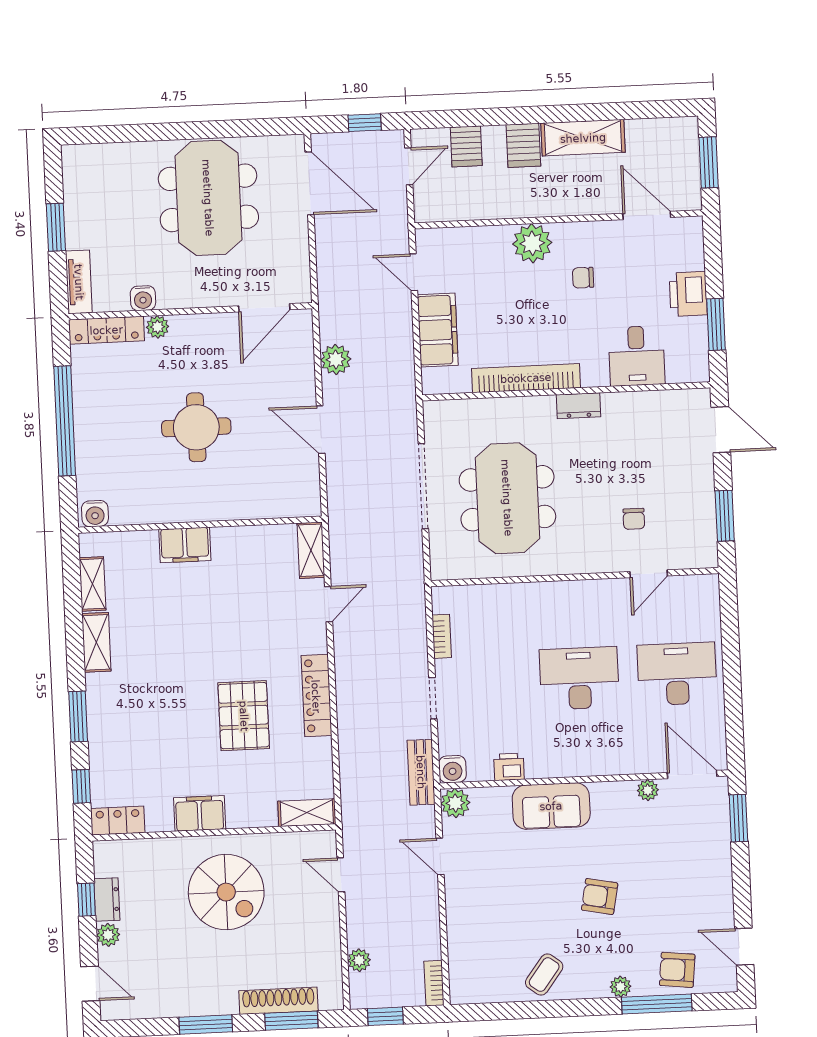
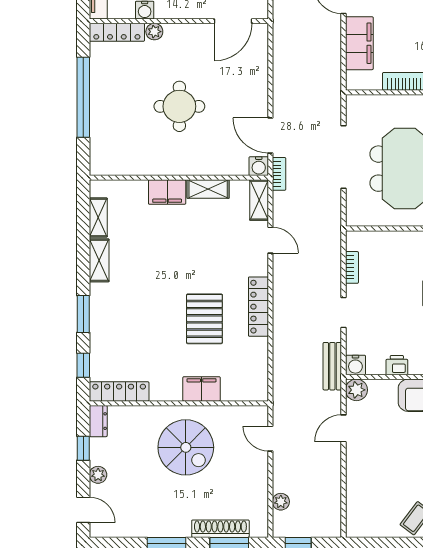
plant: (336, 359) -> (284, 61), removed
door: (321, 430) -> (270, 135), moved
water cooler: (95, 514) -> (259, 166), moved
door: (329, 604) -> (270, 240), hinge flipped
filing cabinet: (200, 813) -> (202, 389), moved
shelving: (307, 813) -> (208, 189), moved
locker: (118, 821) -> (119, 391), width x1.53
door: (440, 856) -> (343, 428), hinge flipped
dresser: (107, 899) -> (98, 421), moved
bookcase: (434, 983) -> (279, 174), moved, turned 180

